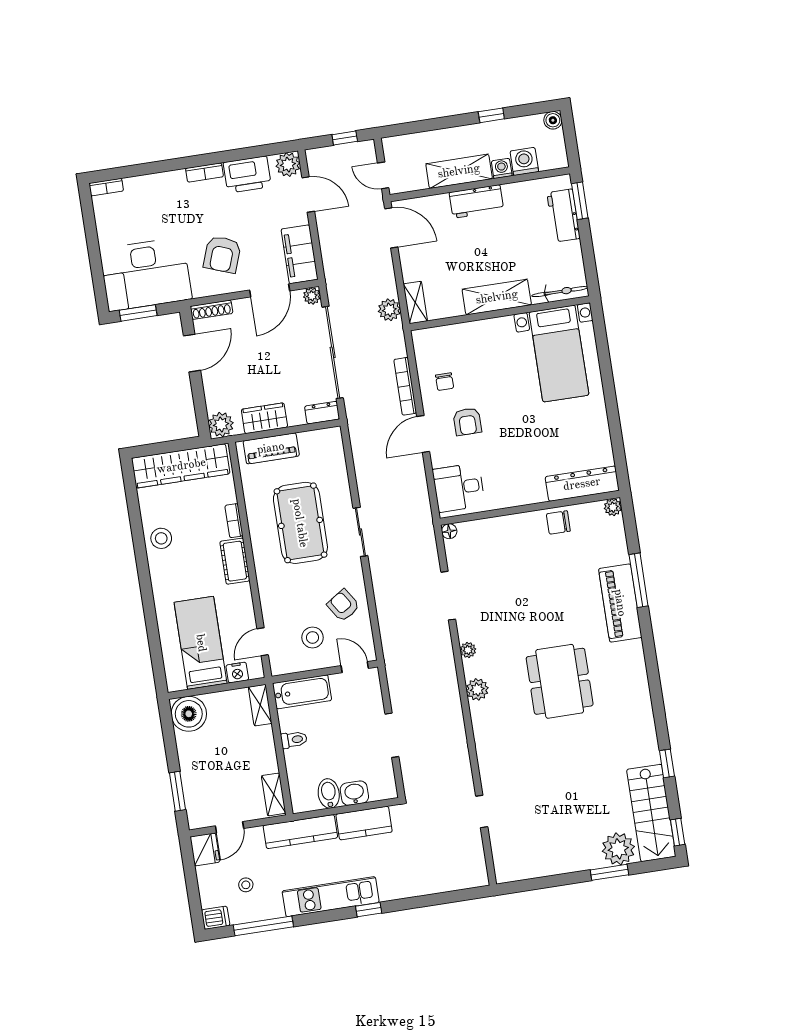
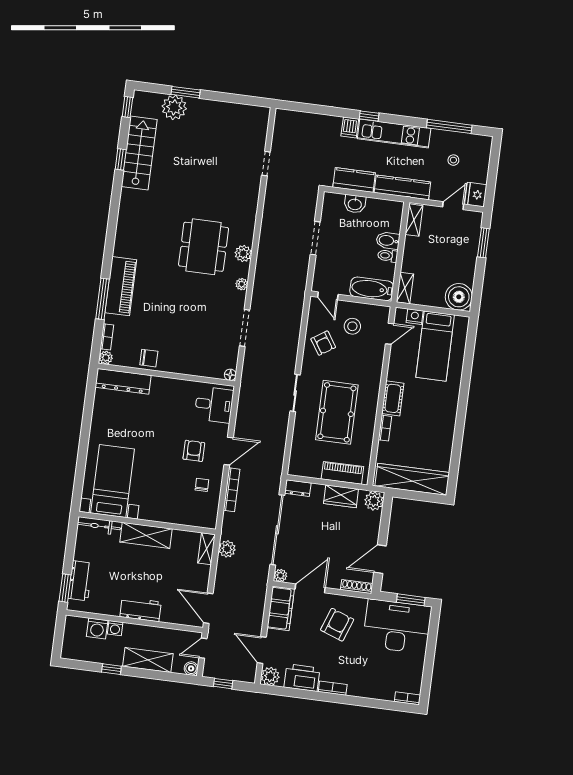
boiler: (553, 120) -> (191, 668), moved
shelving: (459, 171) -> (148, 660), moved
door: (383, 175) -> (203, 648), swing flipped
bookcase: (619, 534) -> (107, 337), added
stool: (161, 538) -> (442, 431), removed
dining table: (560, 681) -> (204, 247), moved
bidet: (329, 793) -> (388, 241), moved, turned 90
stairs: (651, 813) -> (139, 153), moved
dishwasher: (216, 918) -> (350, 127), moved, turned -90

